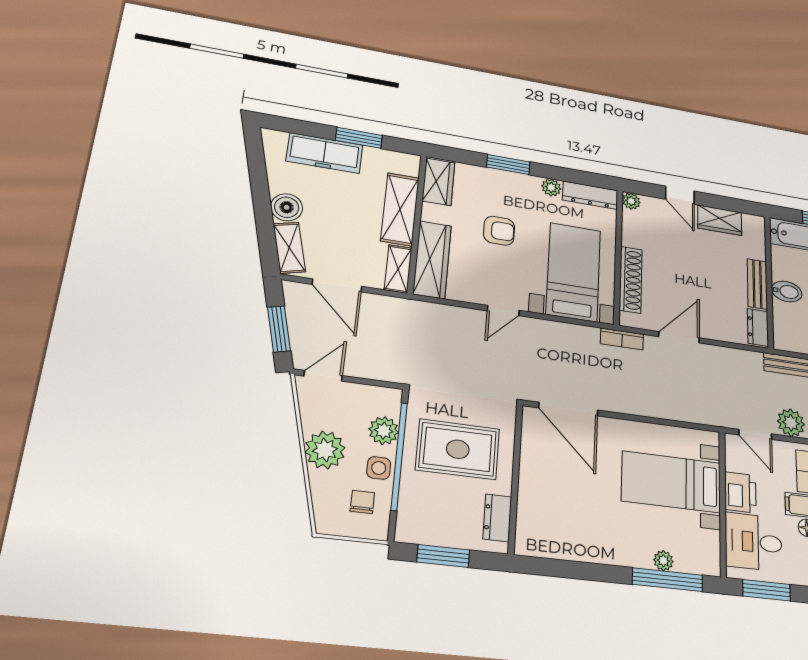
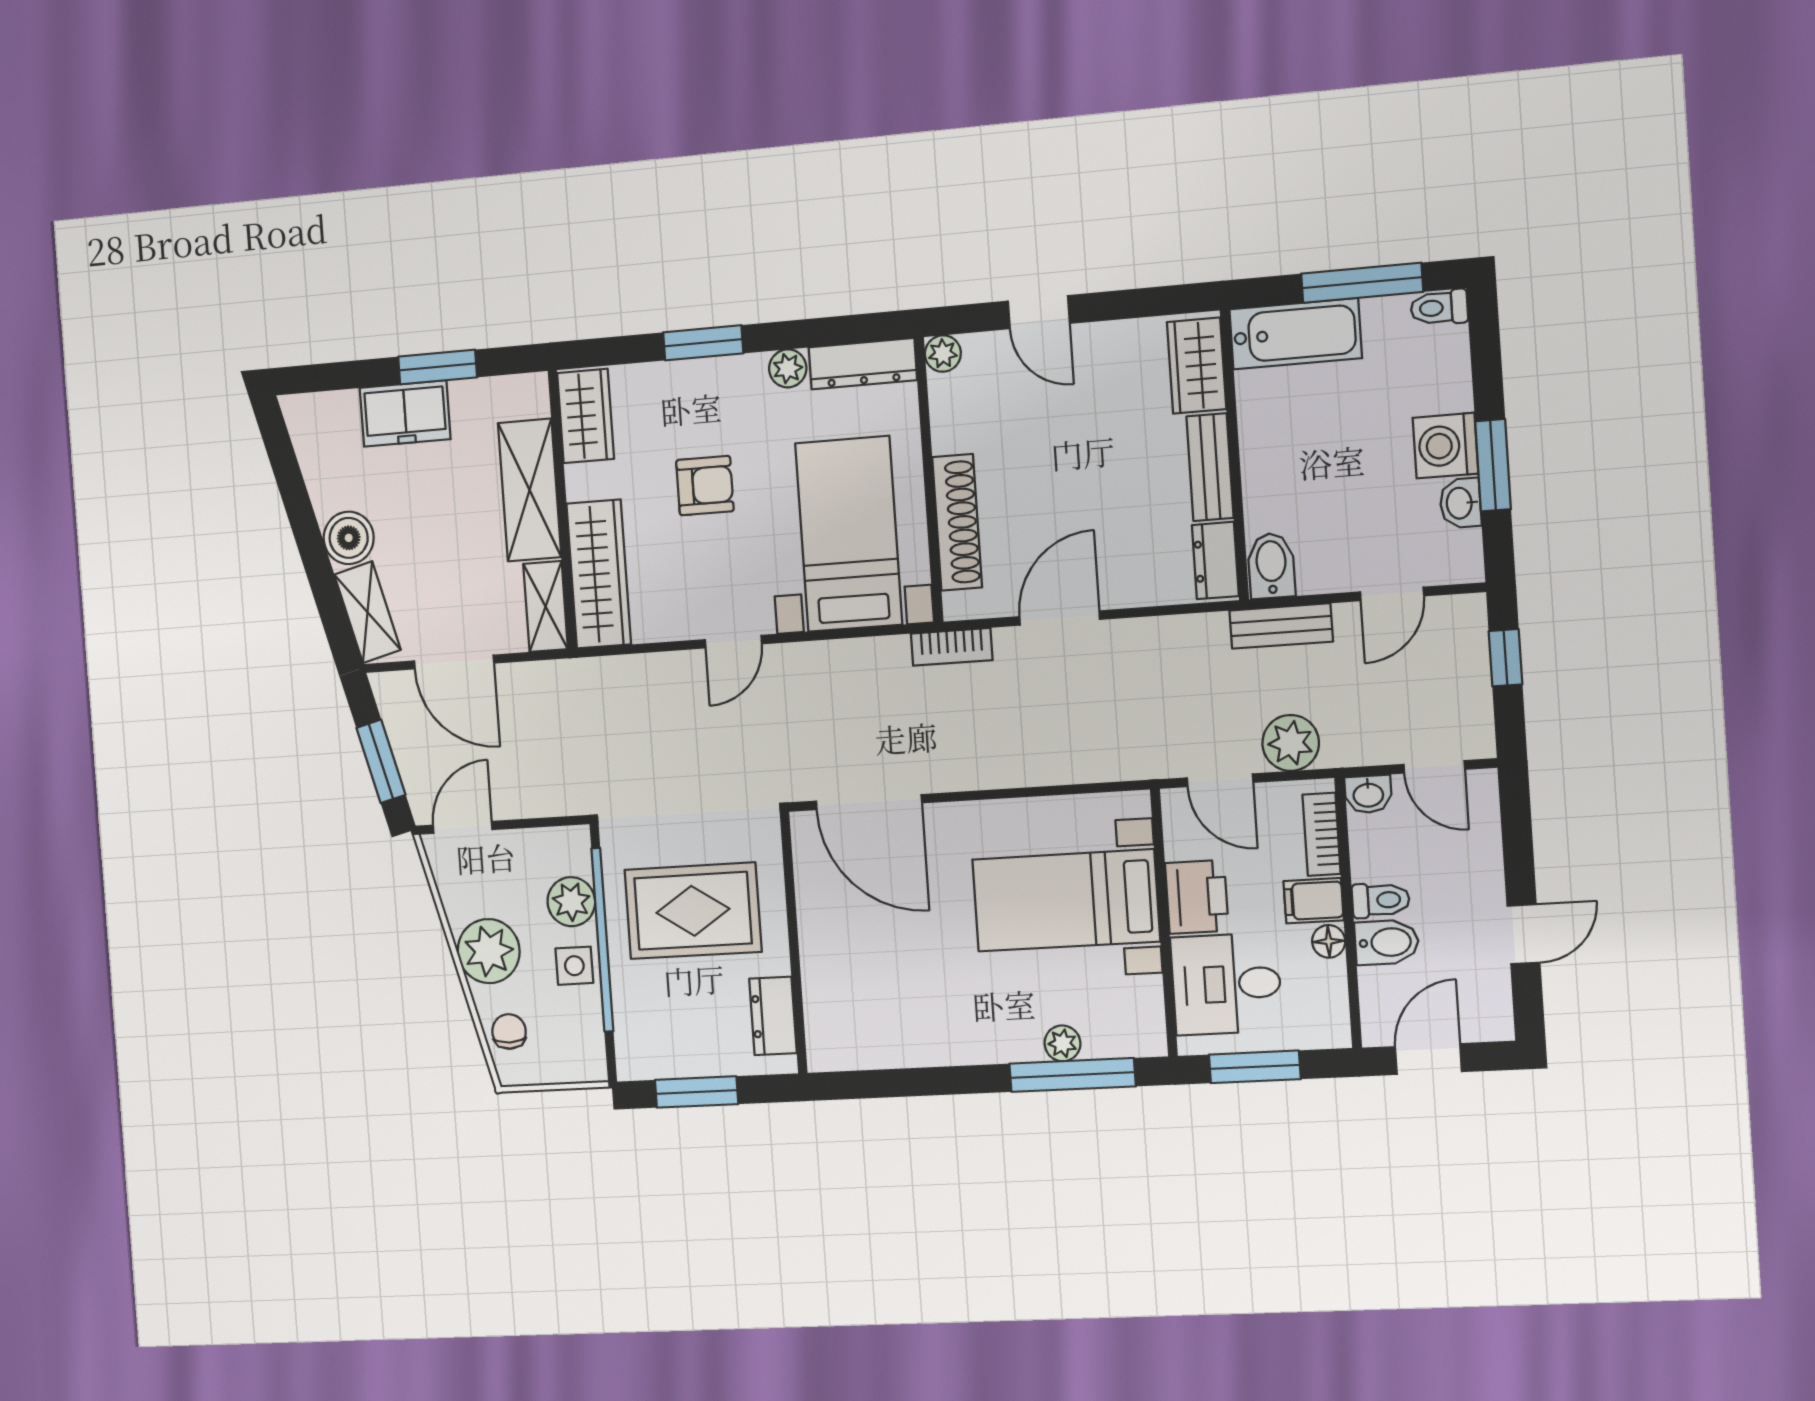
freezer: (325, 153) -> (405, 414), width x0.71
wardrobe: (720, 220) -> (1197, 366), moved, turned 90
bidet: (787, 292) -> (1271, 566), moved, turned -90
chair: (362, 502) -> (509, 1031), moved

